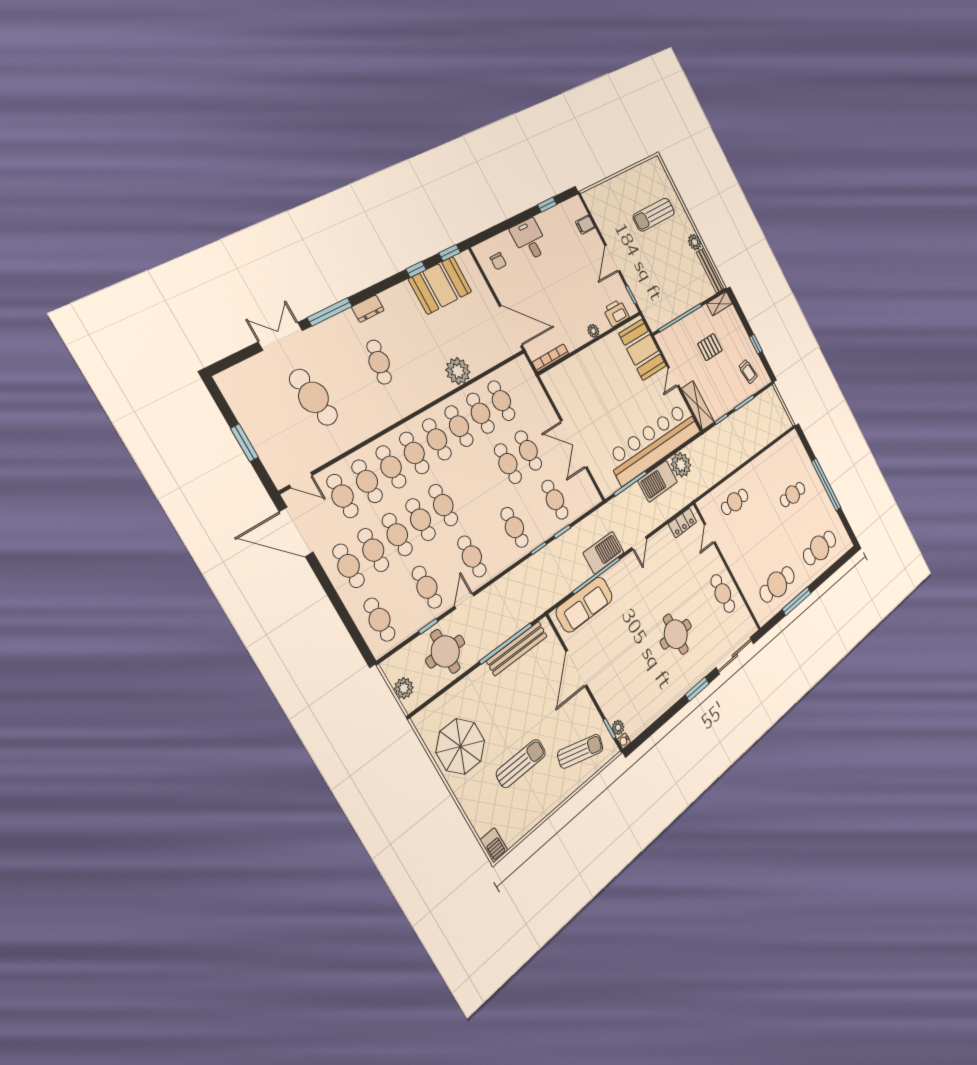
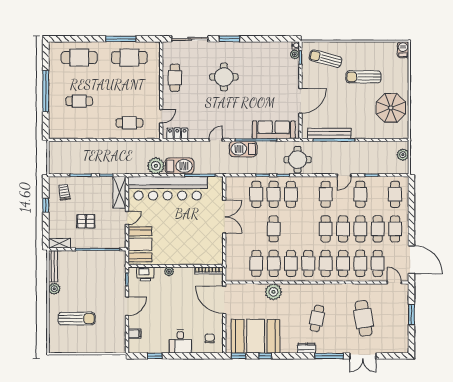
booth: (440, 285) -> (256, 336), width x1.36, depth x1.42
cafe table: (528, 451) -> (274, 194), moved
round table: (445, 651) -> (298, 160), moved

